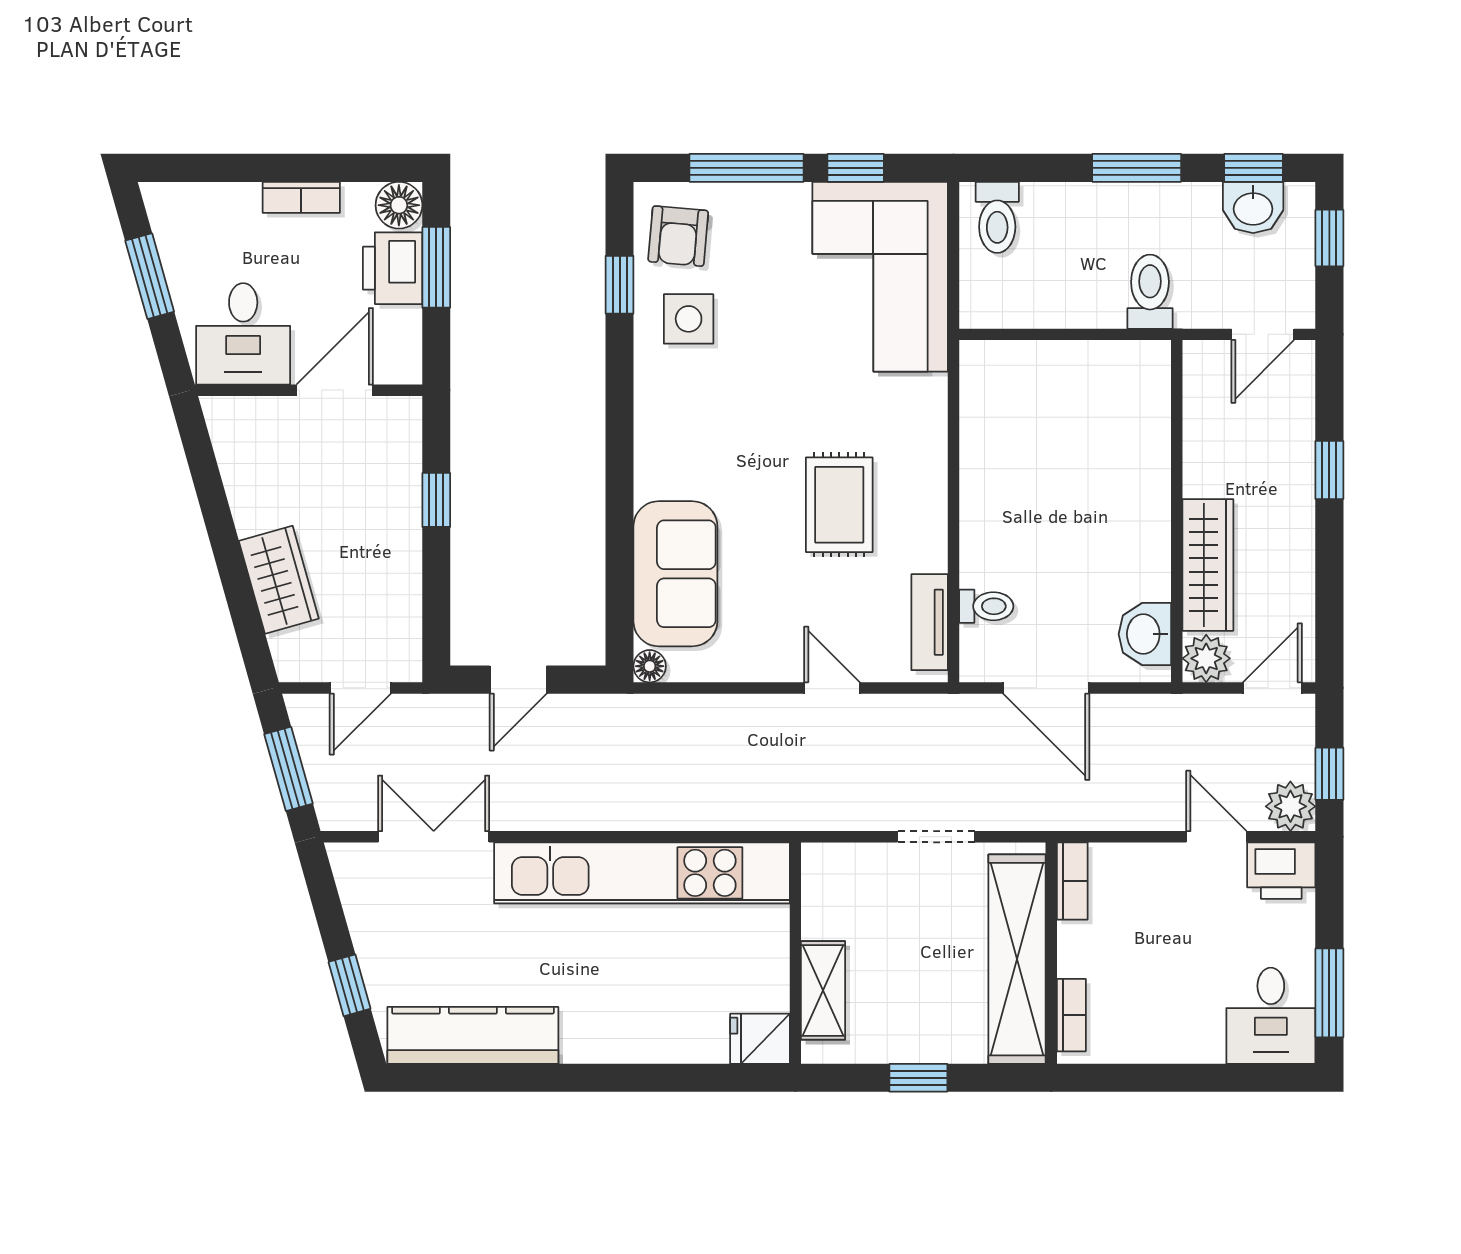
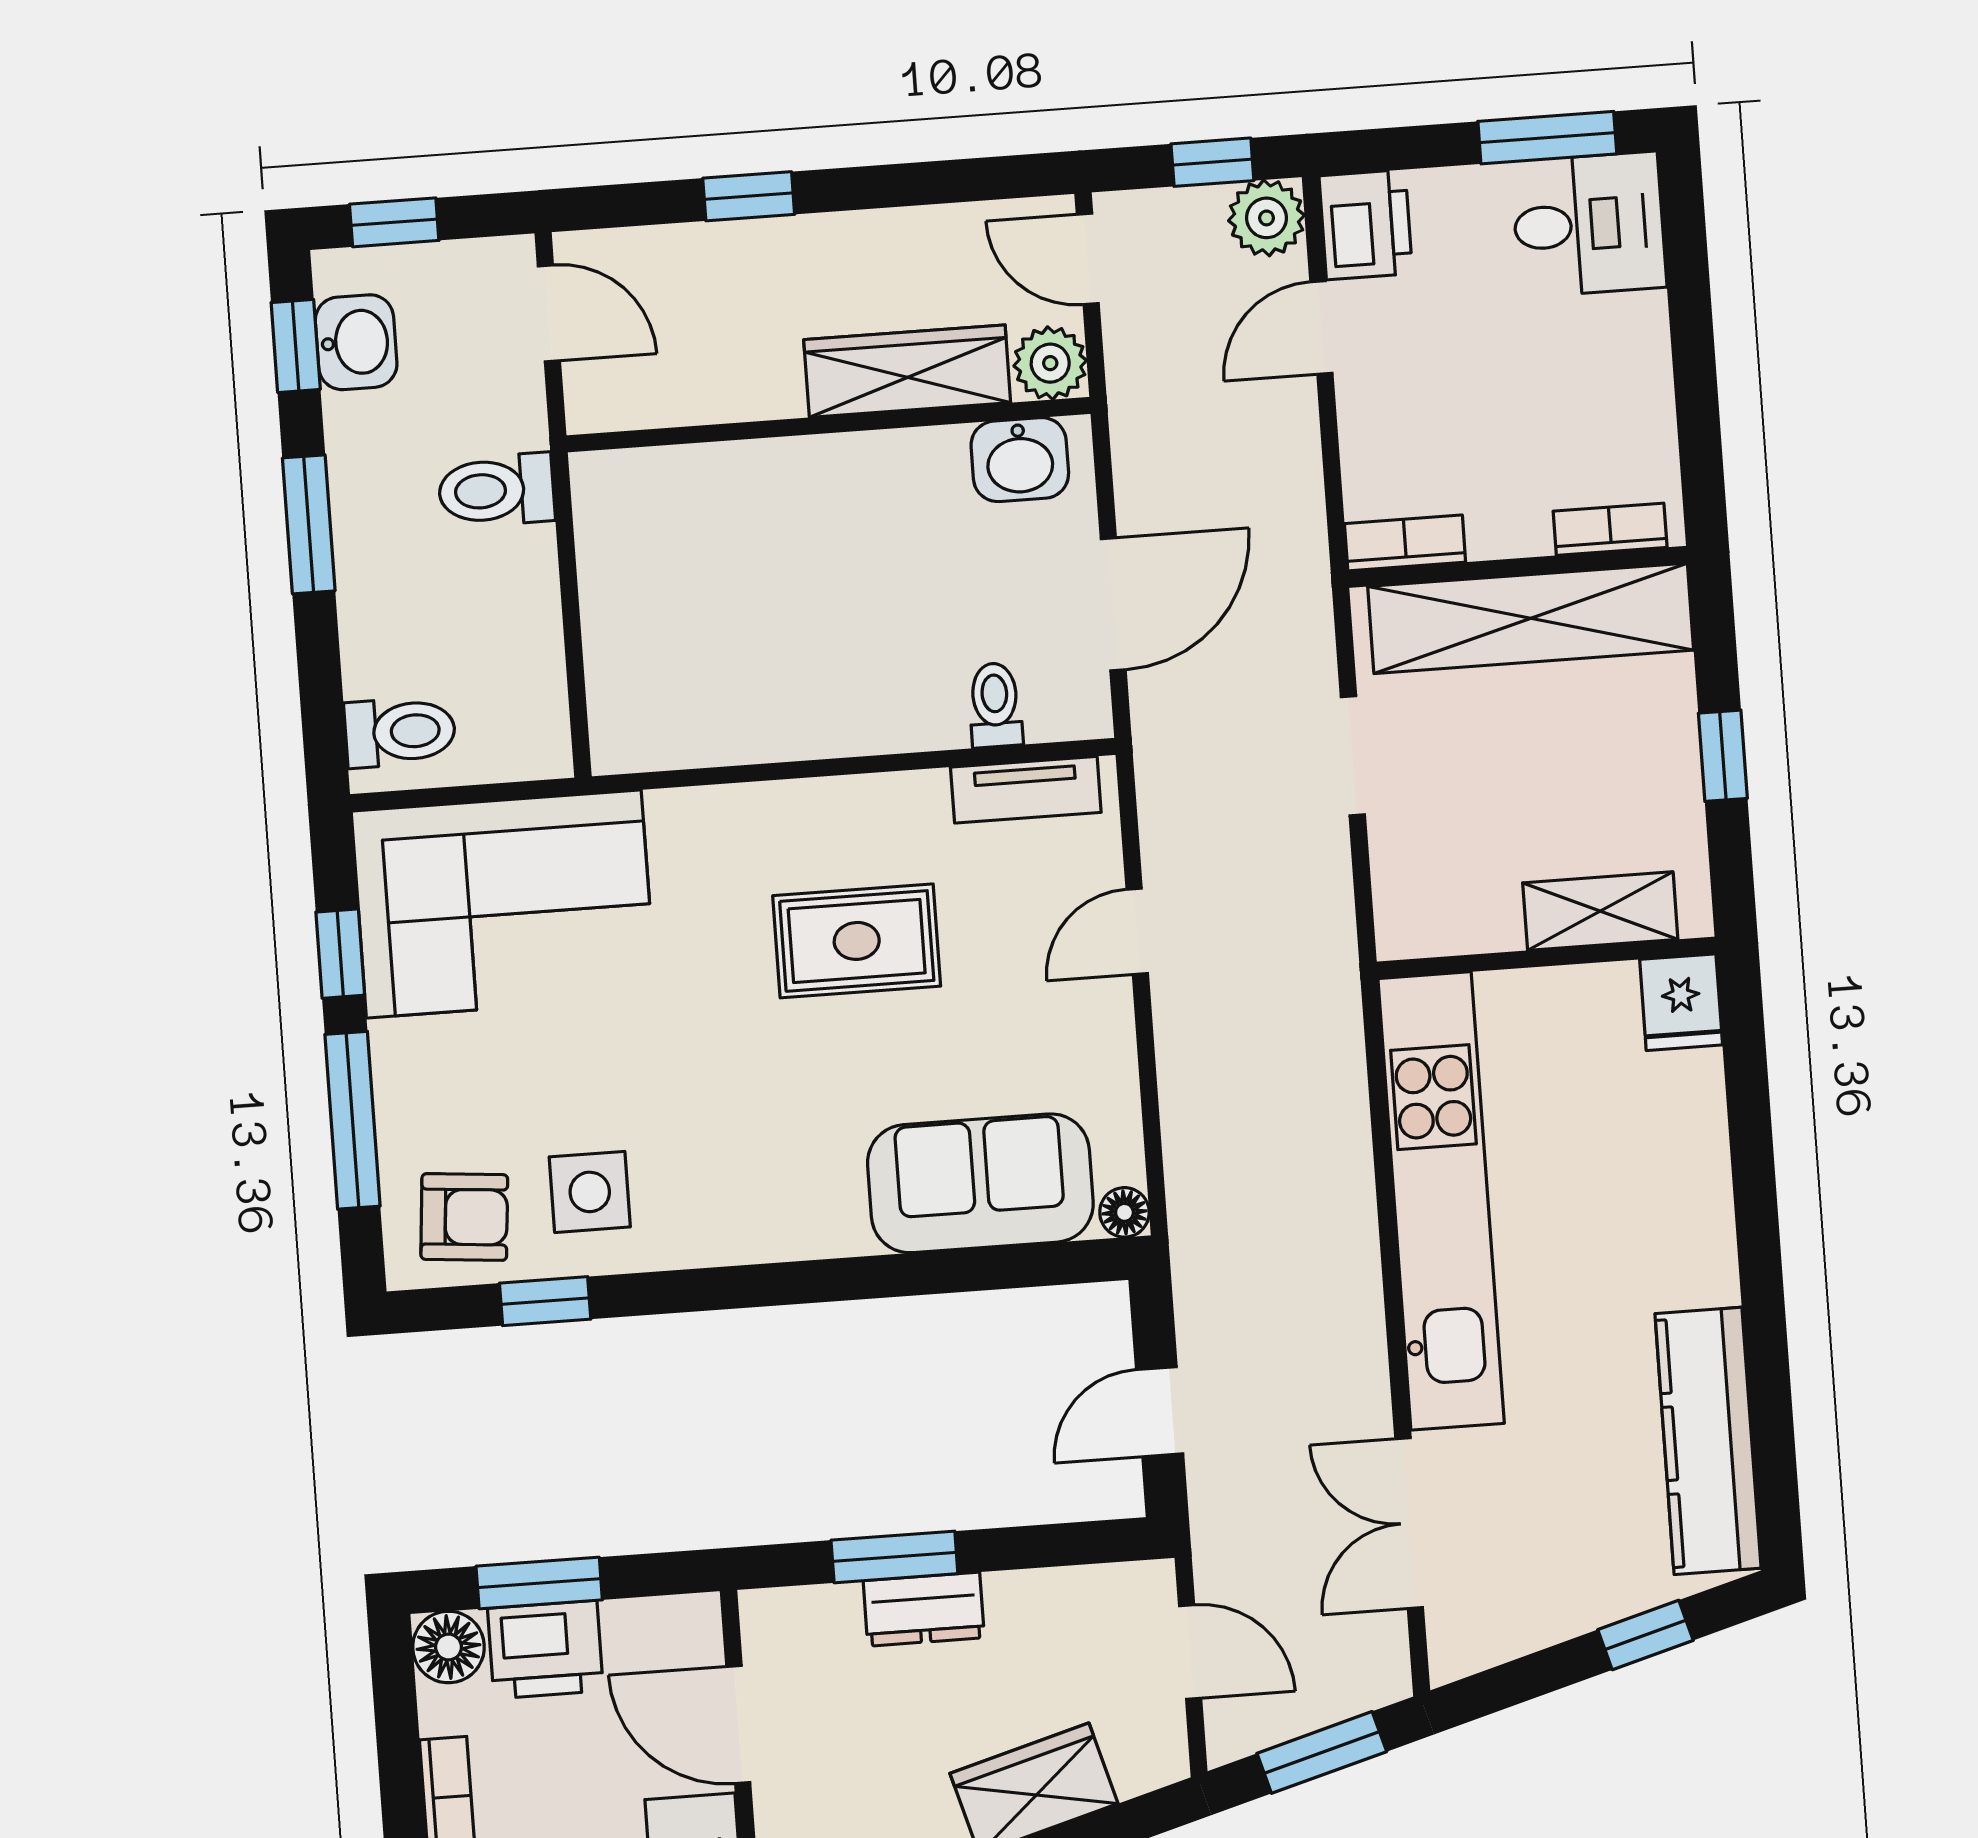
window: (436, 500) -> (894, 1557), width x1.50
dresser: (401, 517) -> (924, 1609), added
door: (518, 680) -> (1160, 1412), swing flipped

